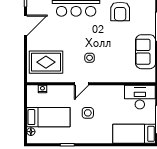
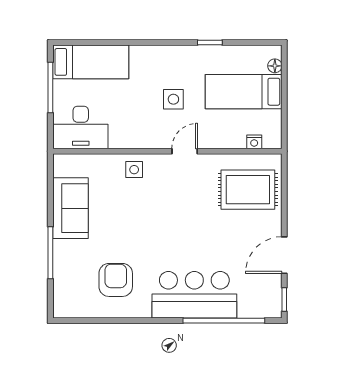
side table: (90, 58) -> (134, 170), moved

